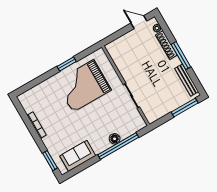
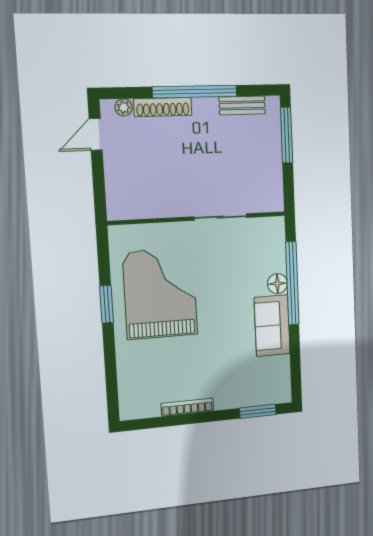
window: (181, 56) -> (195, 92), width x1.46
bench: (187, 80) -> (242, 105), width x0.73
grand piano: (83, 86) -> (160, 294), turned 180
sofa: (78, 156) -> (272, 326), moved

